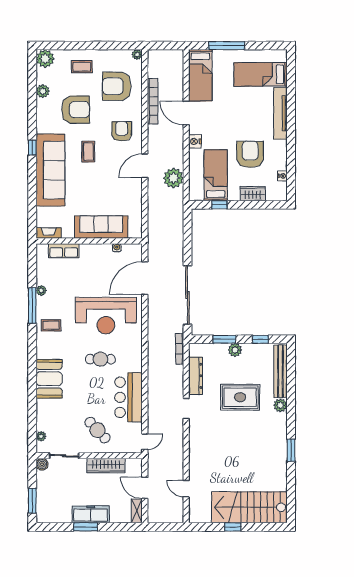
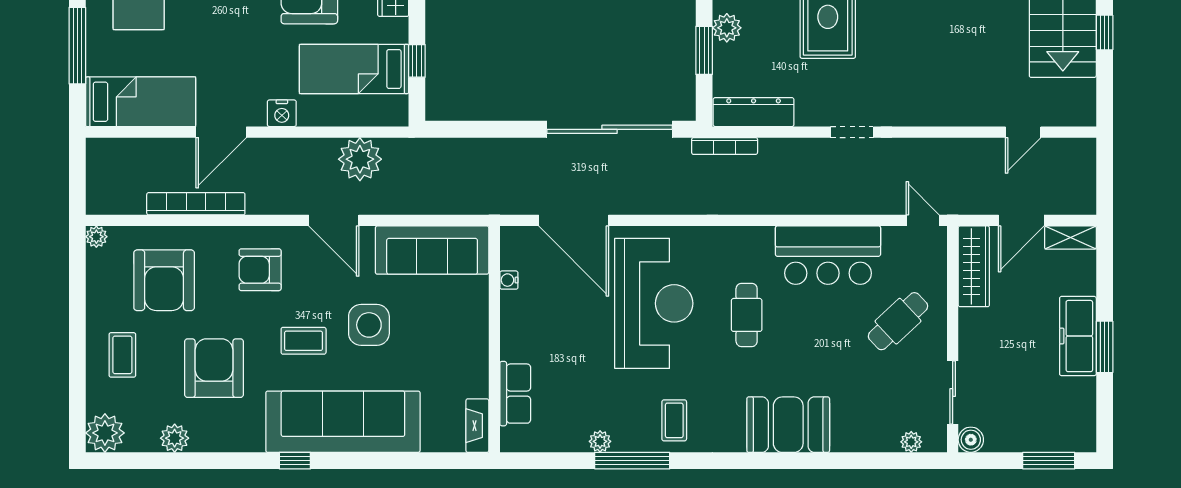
side table: (96, 182) -> (369, 325), added
sofa: (101, 227) -> (432, 250), moved, turned -90
dresser: (195, 376) -> (754, 112), moved
wardrobe: (106, 466) -> (974, 266), moved

